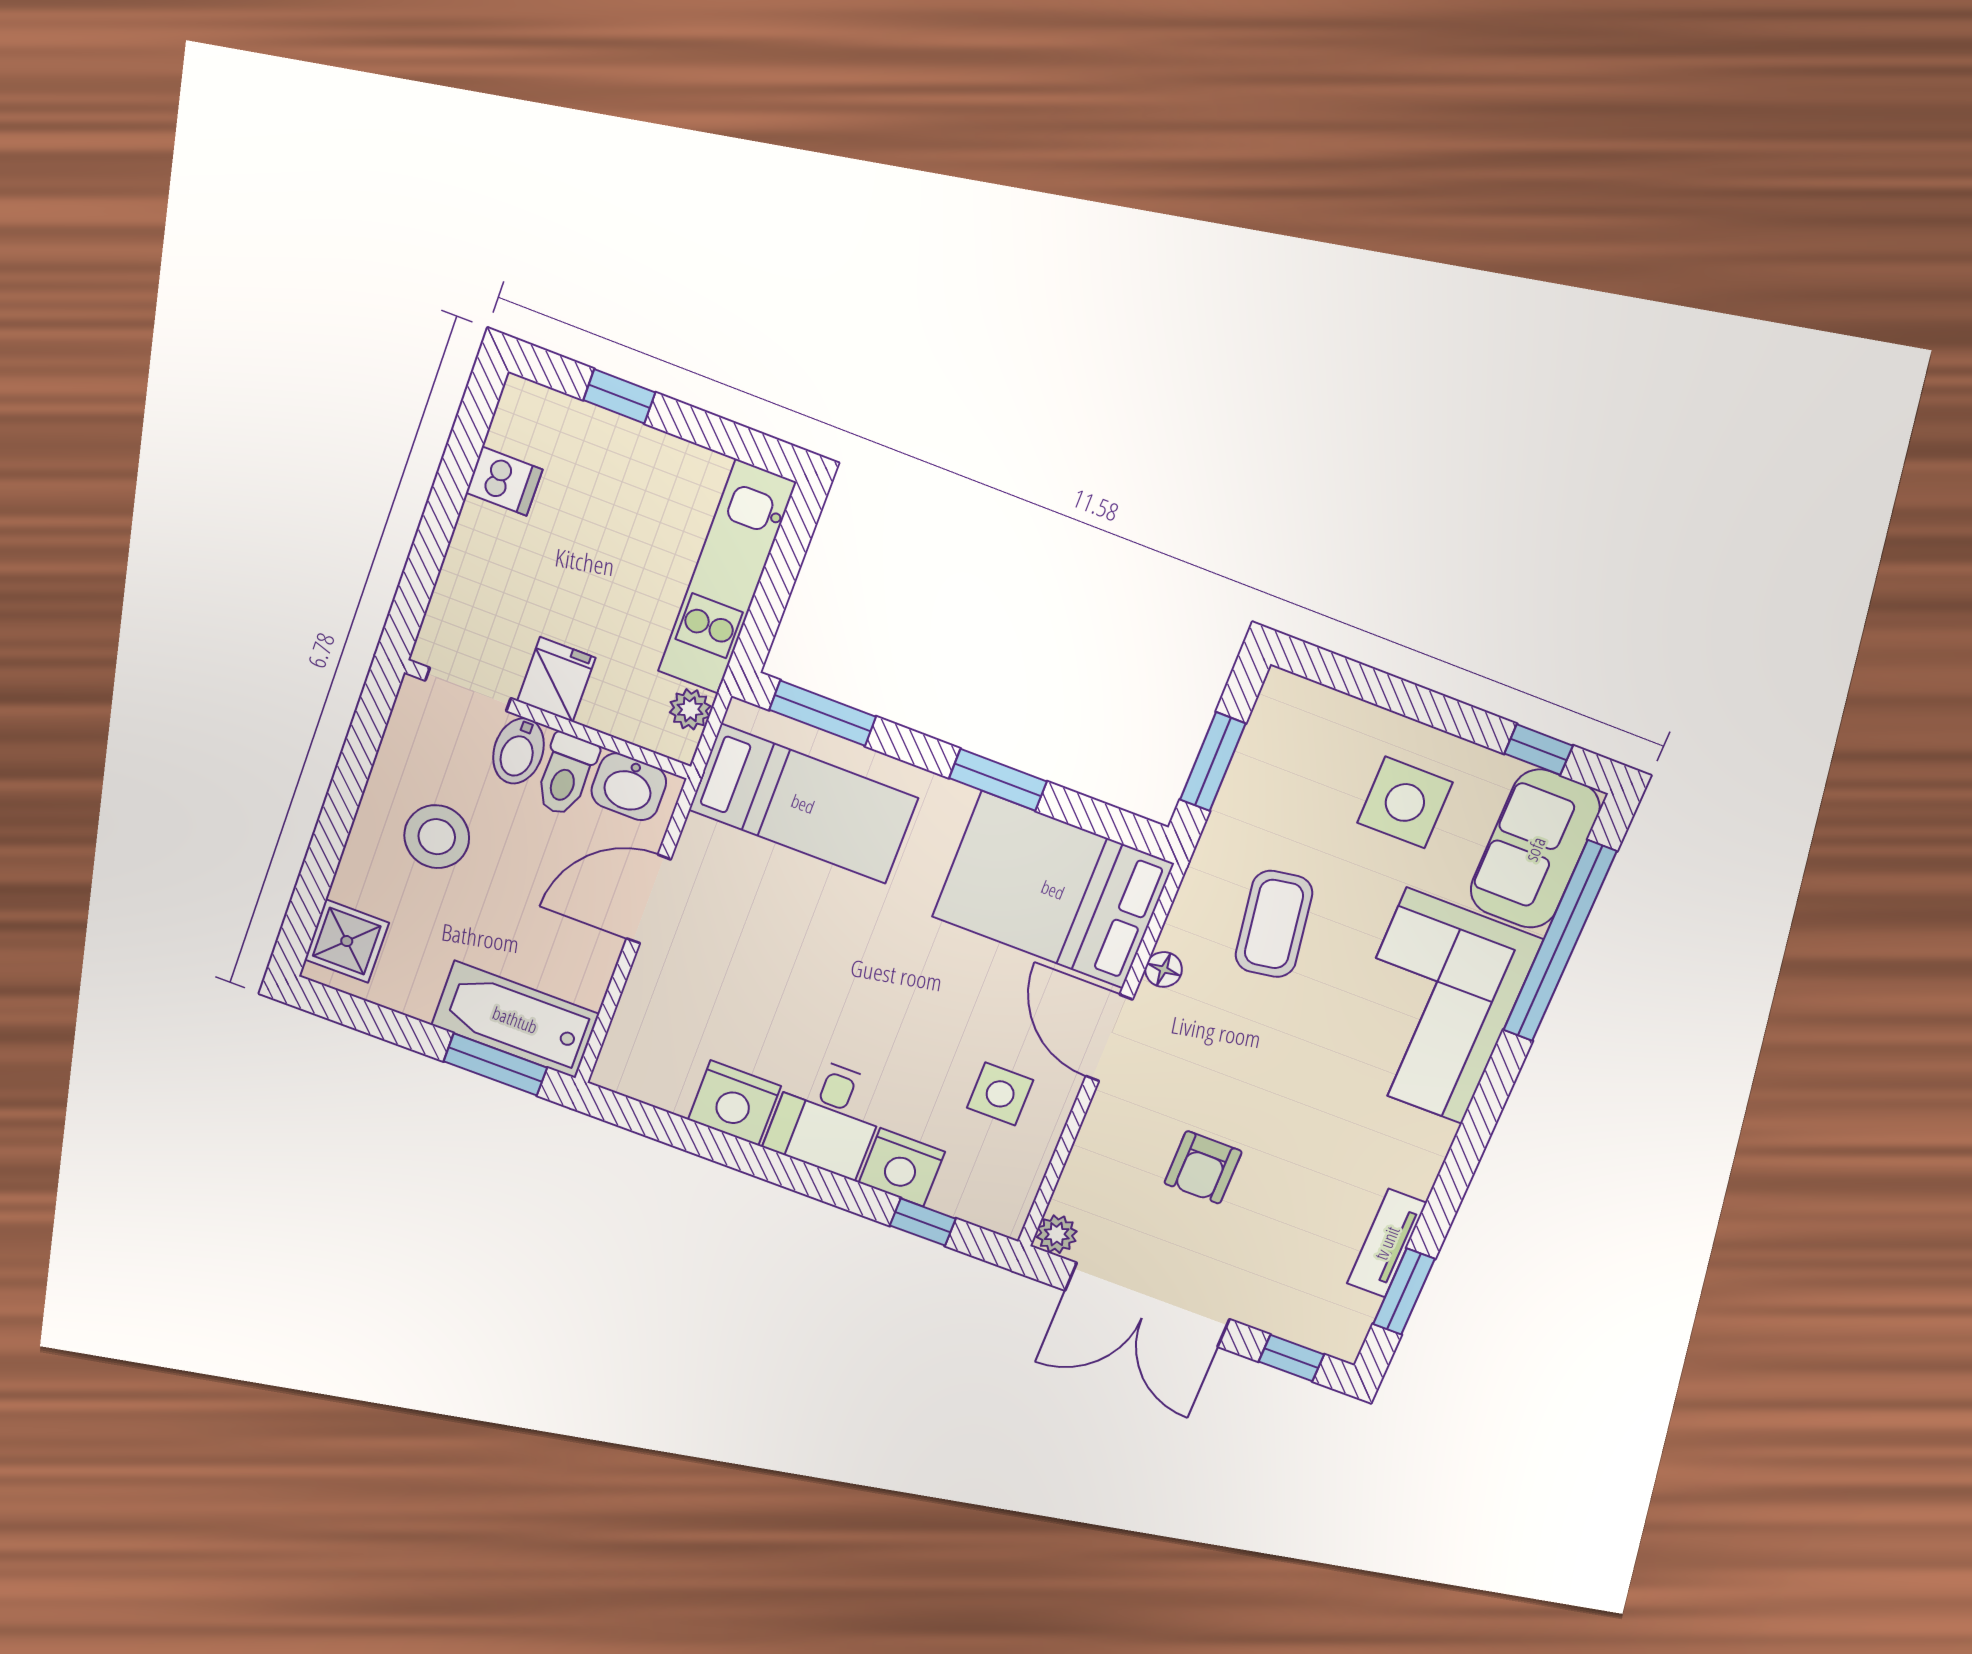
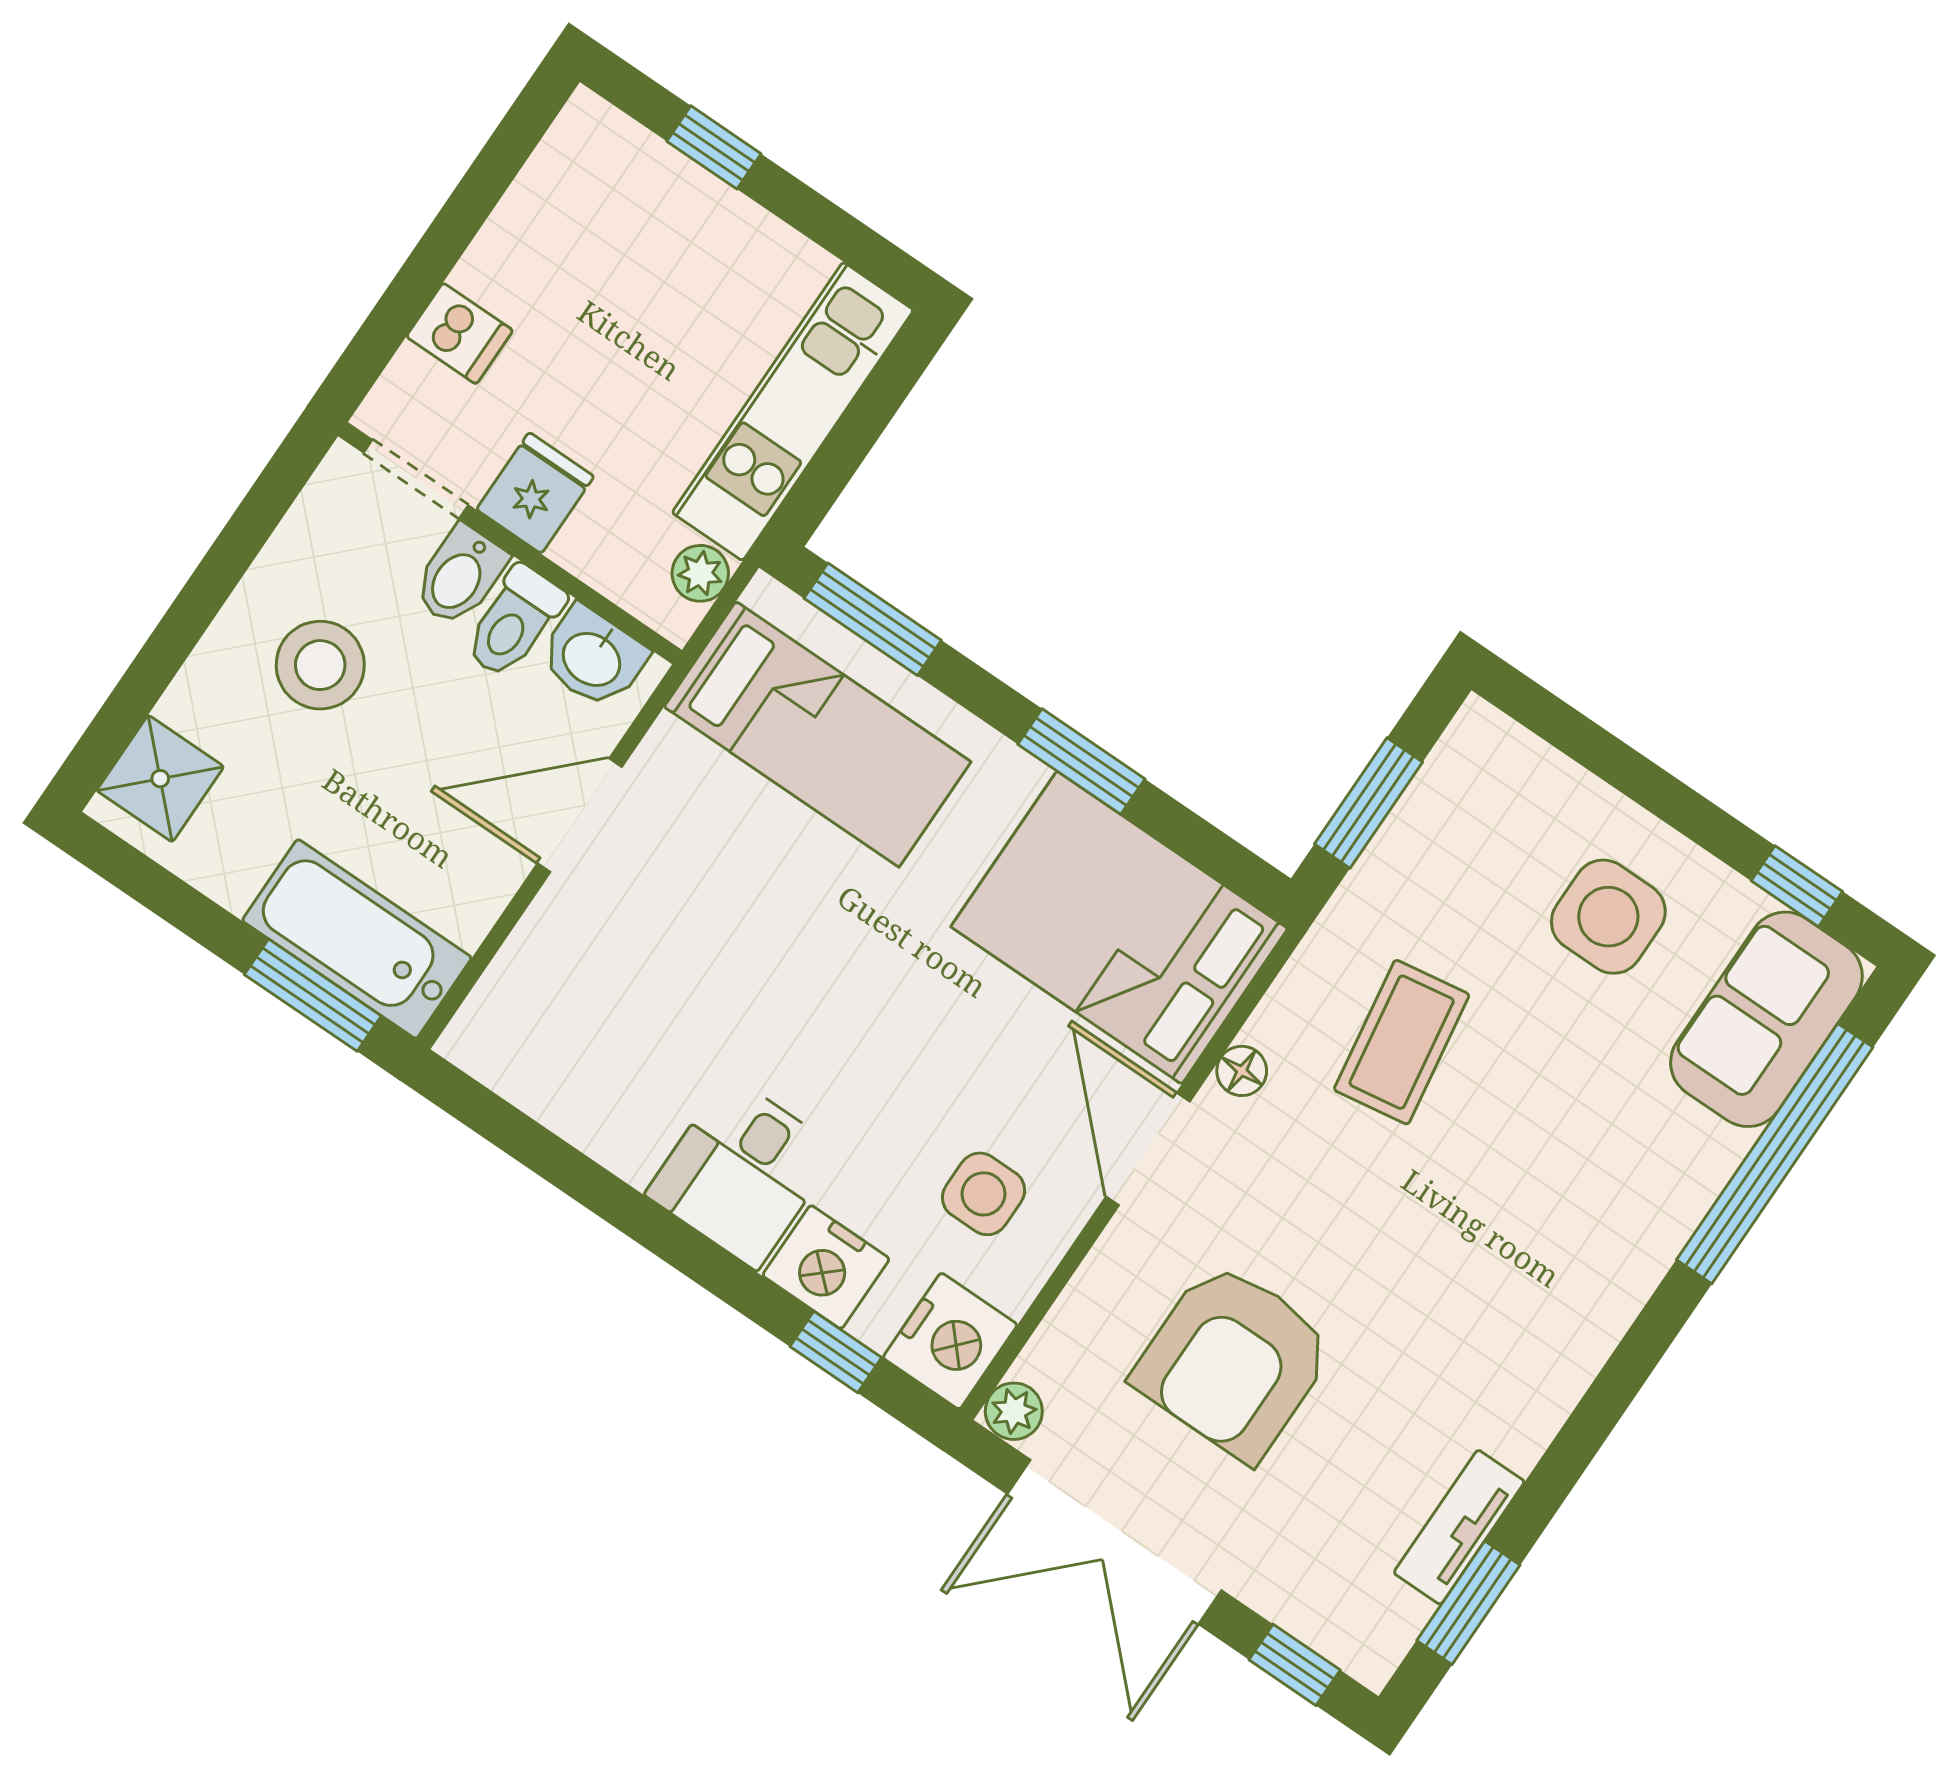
dishwasher: (504, 481) -> (460, 334), moved
corner sofa: (1434, 1006) -> (1591, 1206), removed
nightstand: (734, 1103) -> (950, 1341), moved, turned -90
armchair: (1203, 1167) -> (1234, 1361), width x1.88, depth x1.88

